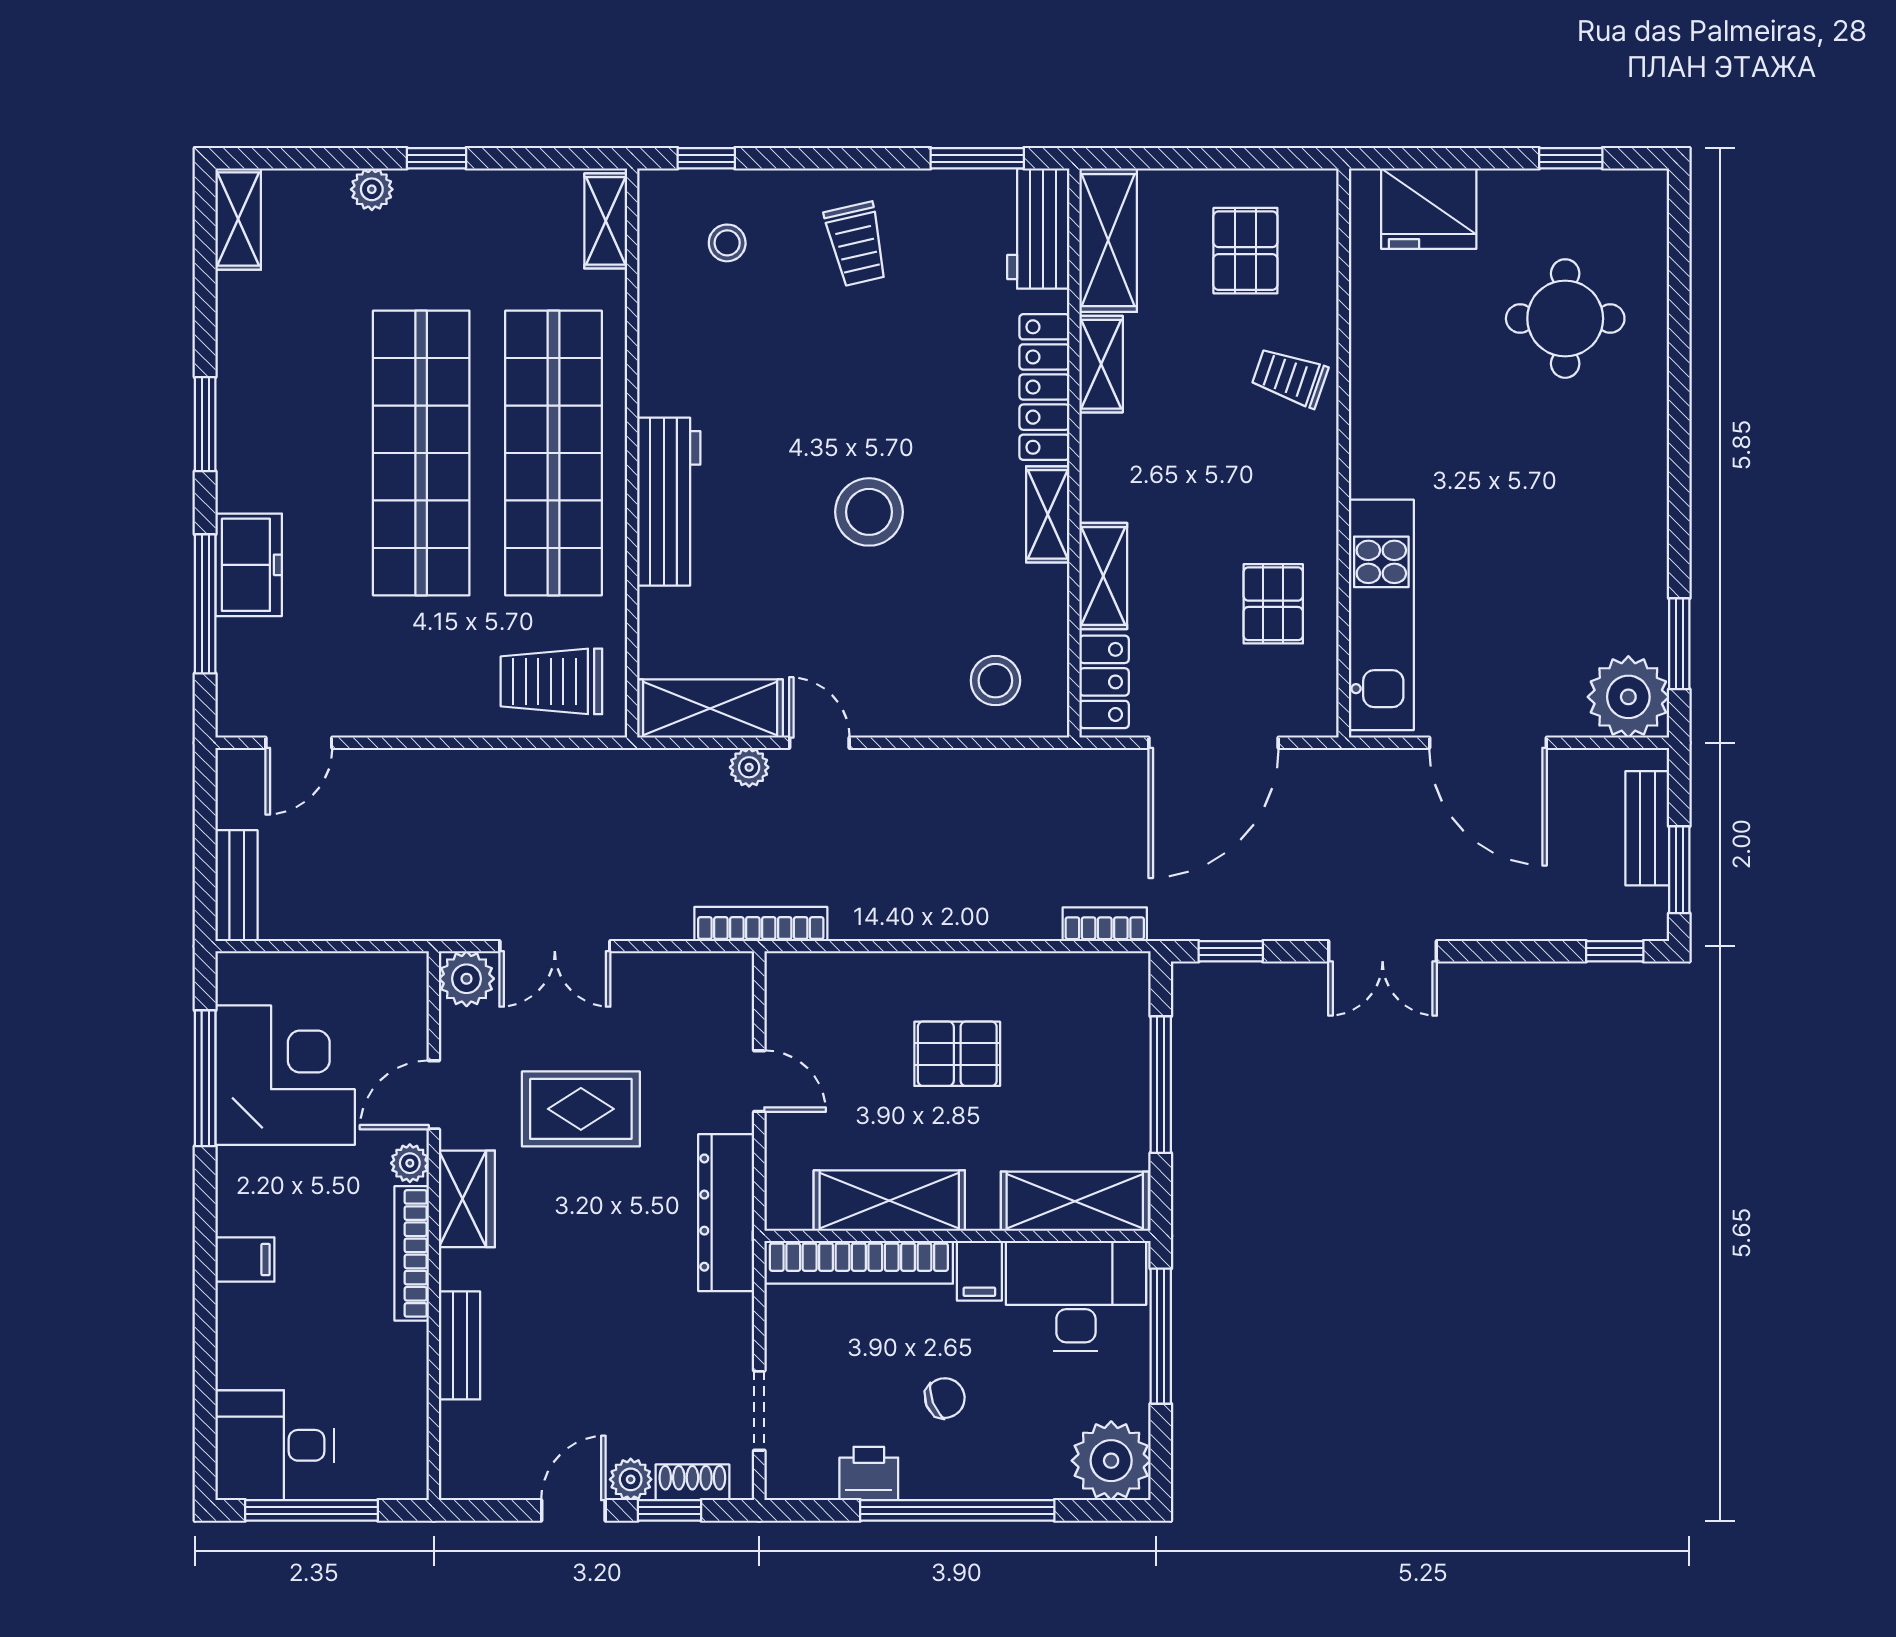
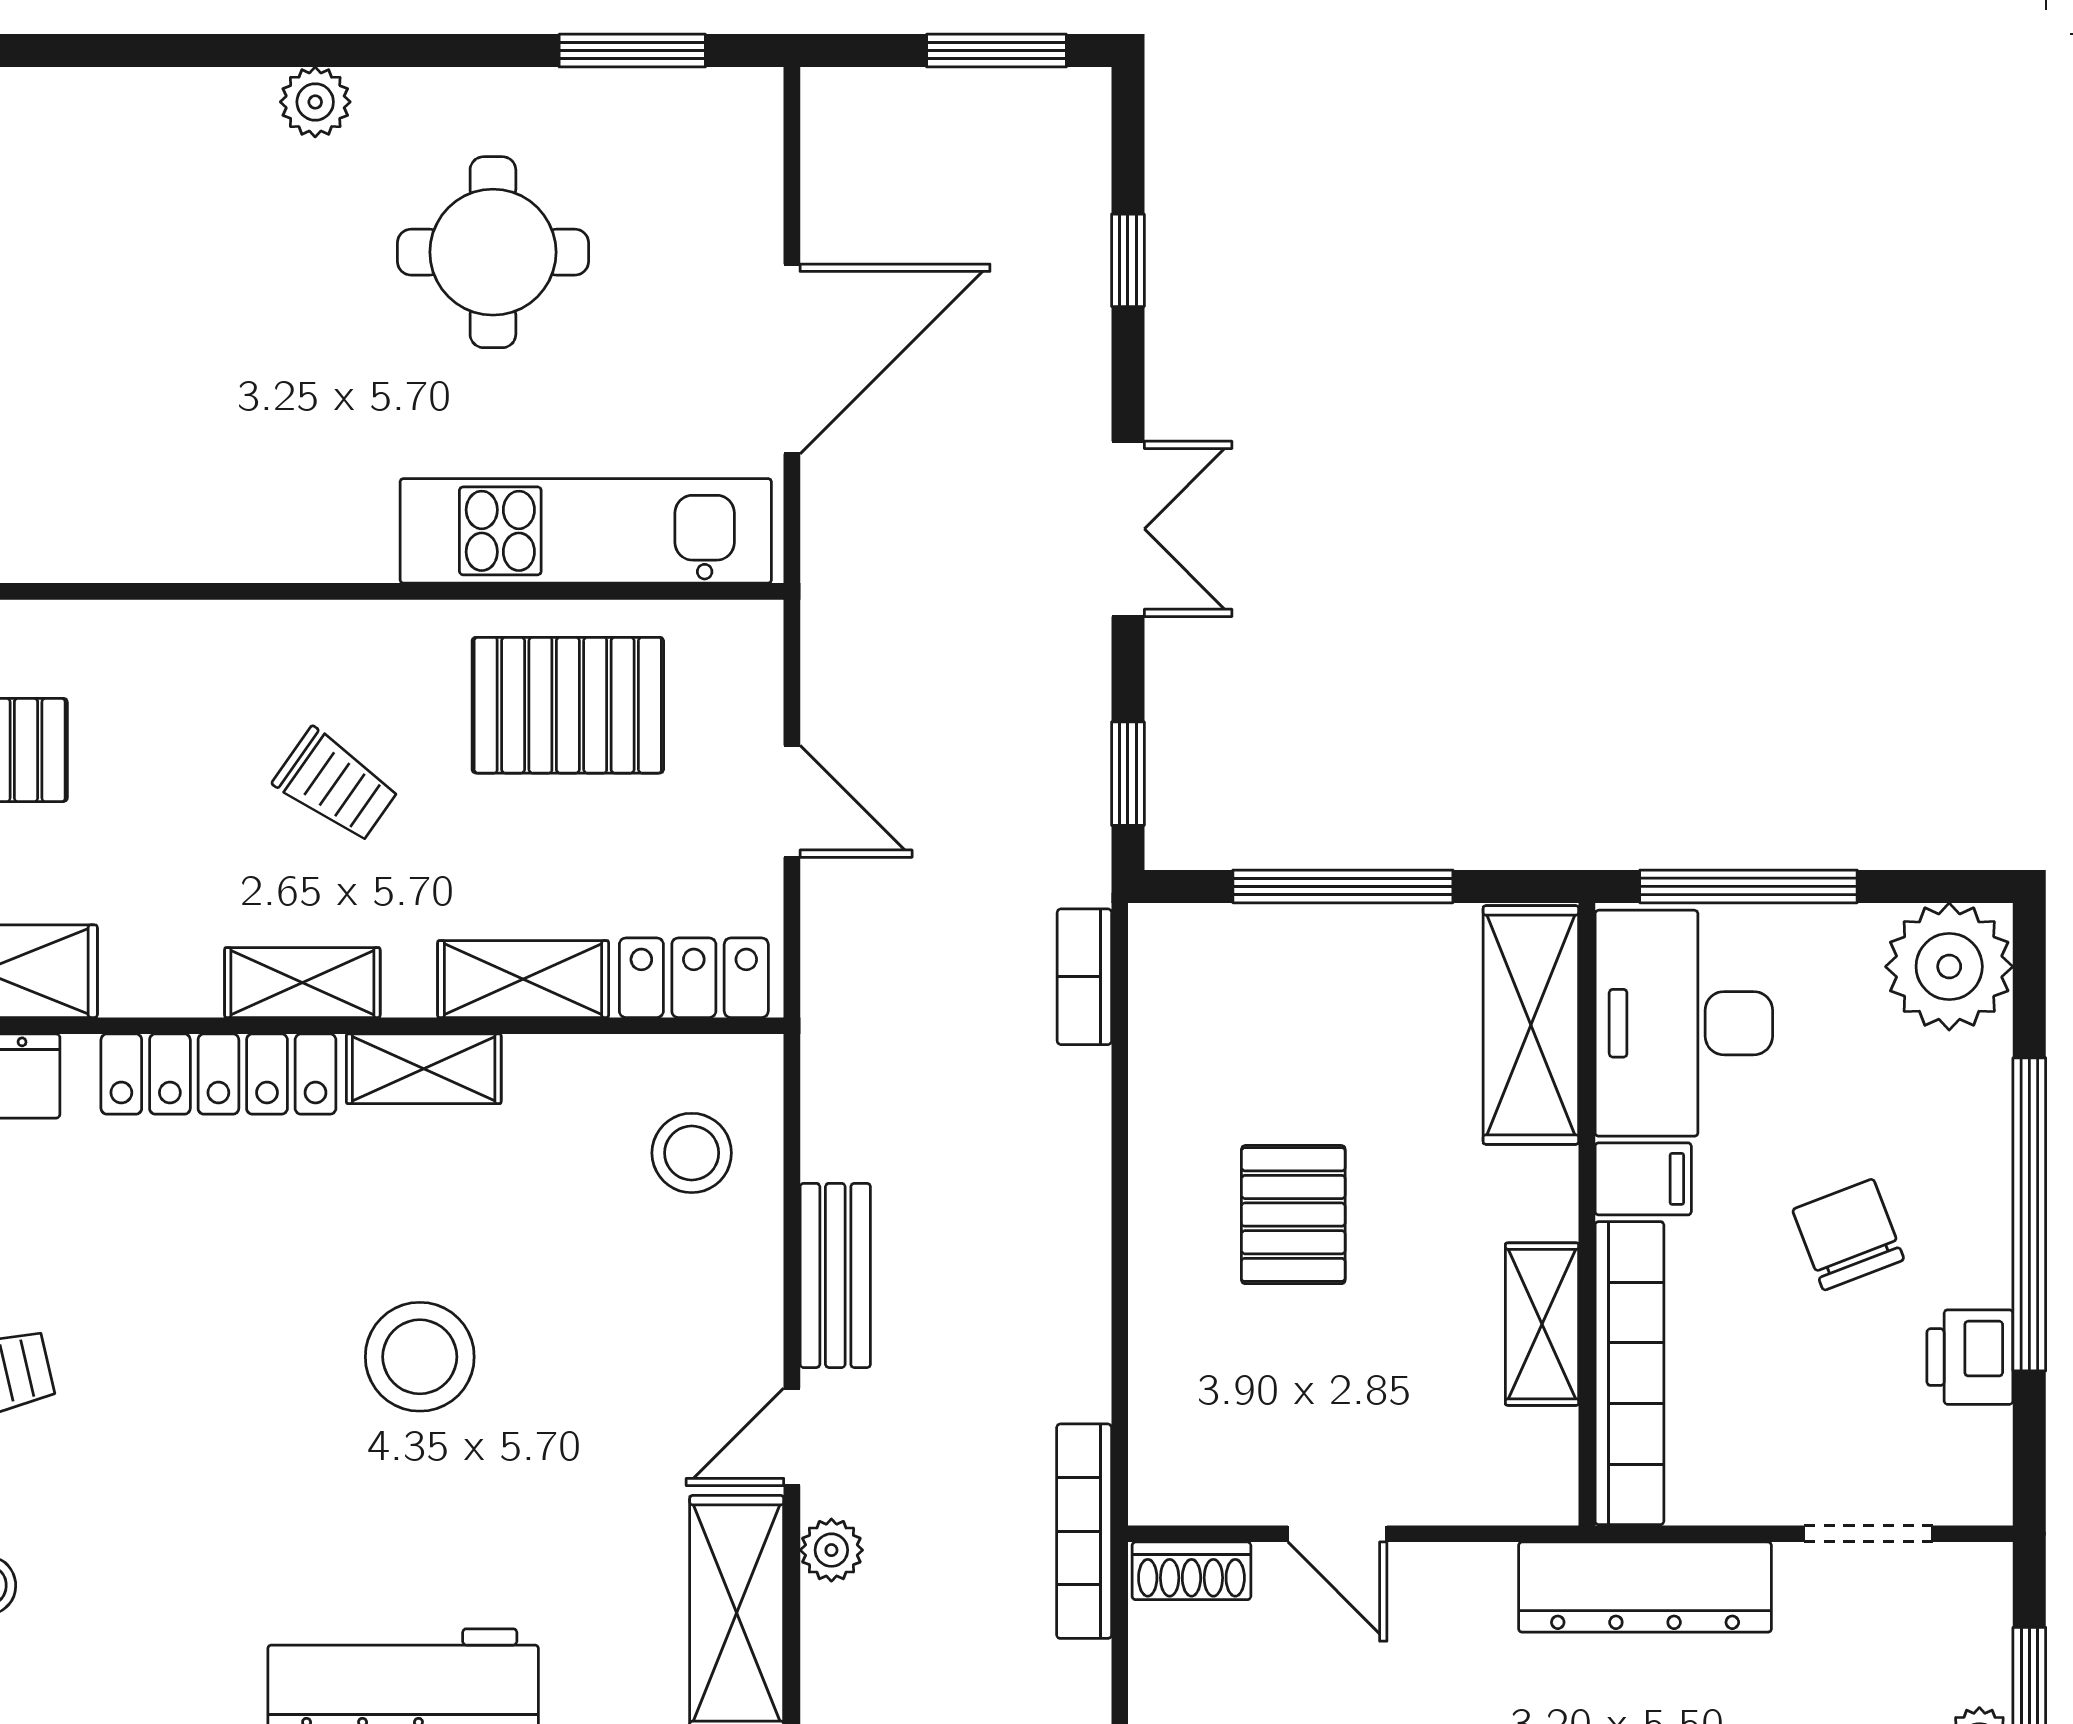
round table: (1565, 319) -> (493, 252), moved
shelving: (1101, 364) -> (302, 983), moved
trolley: (1290, 377) -> (336, 785), moved, turned -74
pallet: (1273, 604) -> (568, 705), width x1.50, depth x1.42
plant: (1628, 697) -> (315, 102), moved, width x0.53, depth x0.53
door: (1214, 743) -> (792, 801), width x0.53
bench: (1647, 828) -> (835, 1275), moved, turned 90
window: (1615, 951) -> (1128, 260), moved
door: (759, 1081) -> (1337, 1534), swing flipped
shelving: (889, 1201) -> (1542, 1324), width x0.67, depth x0.75
dresser: (726, 1213) -> (1645, 1587), moved
chair: (945, 1398) -> (1848, 1235), width x1.37, depth x1.37
shoe rack: (692, 1482) -> (1191, 1571), moved, turned -90

